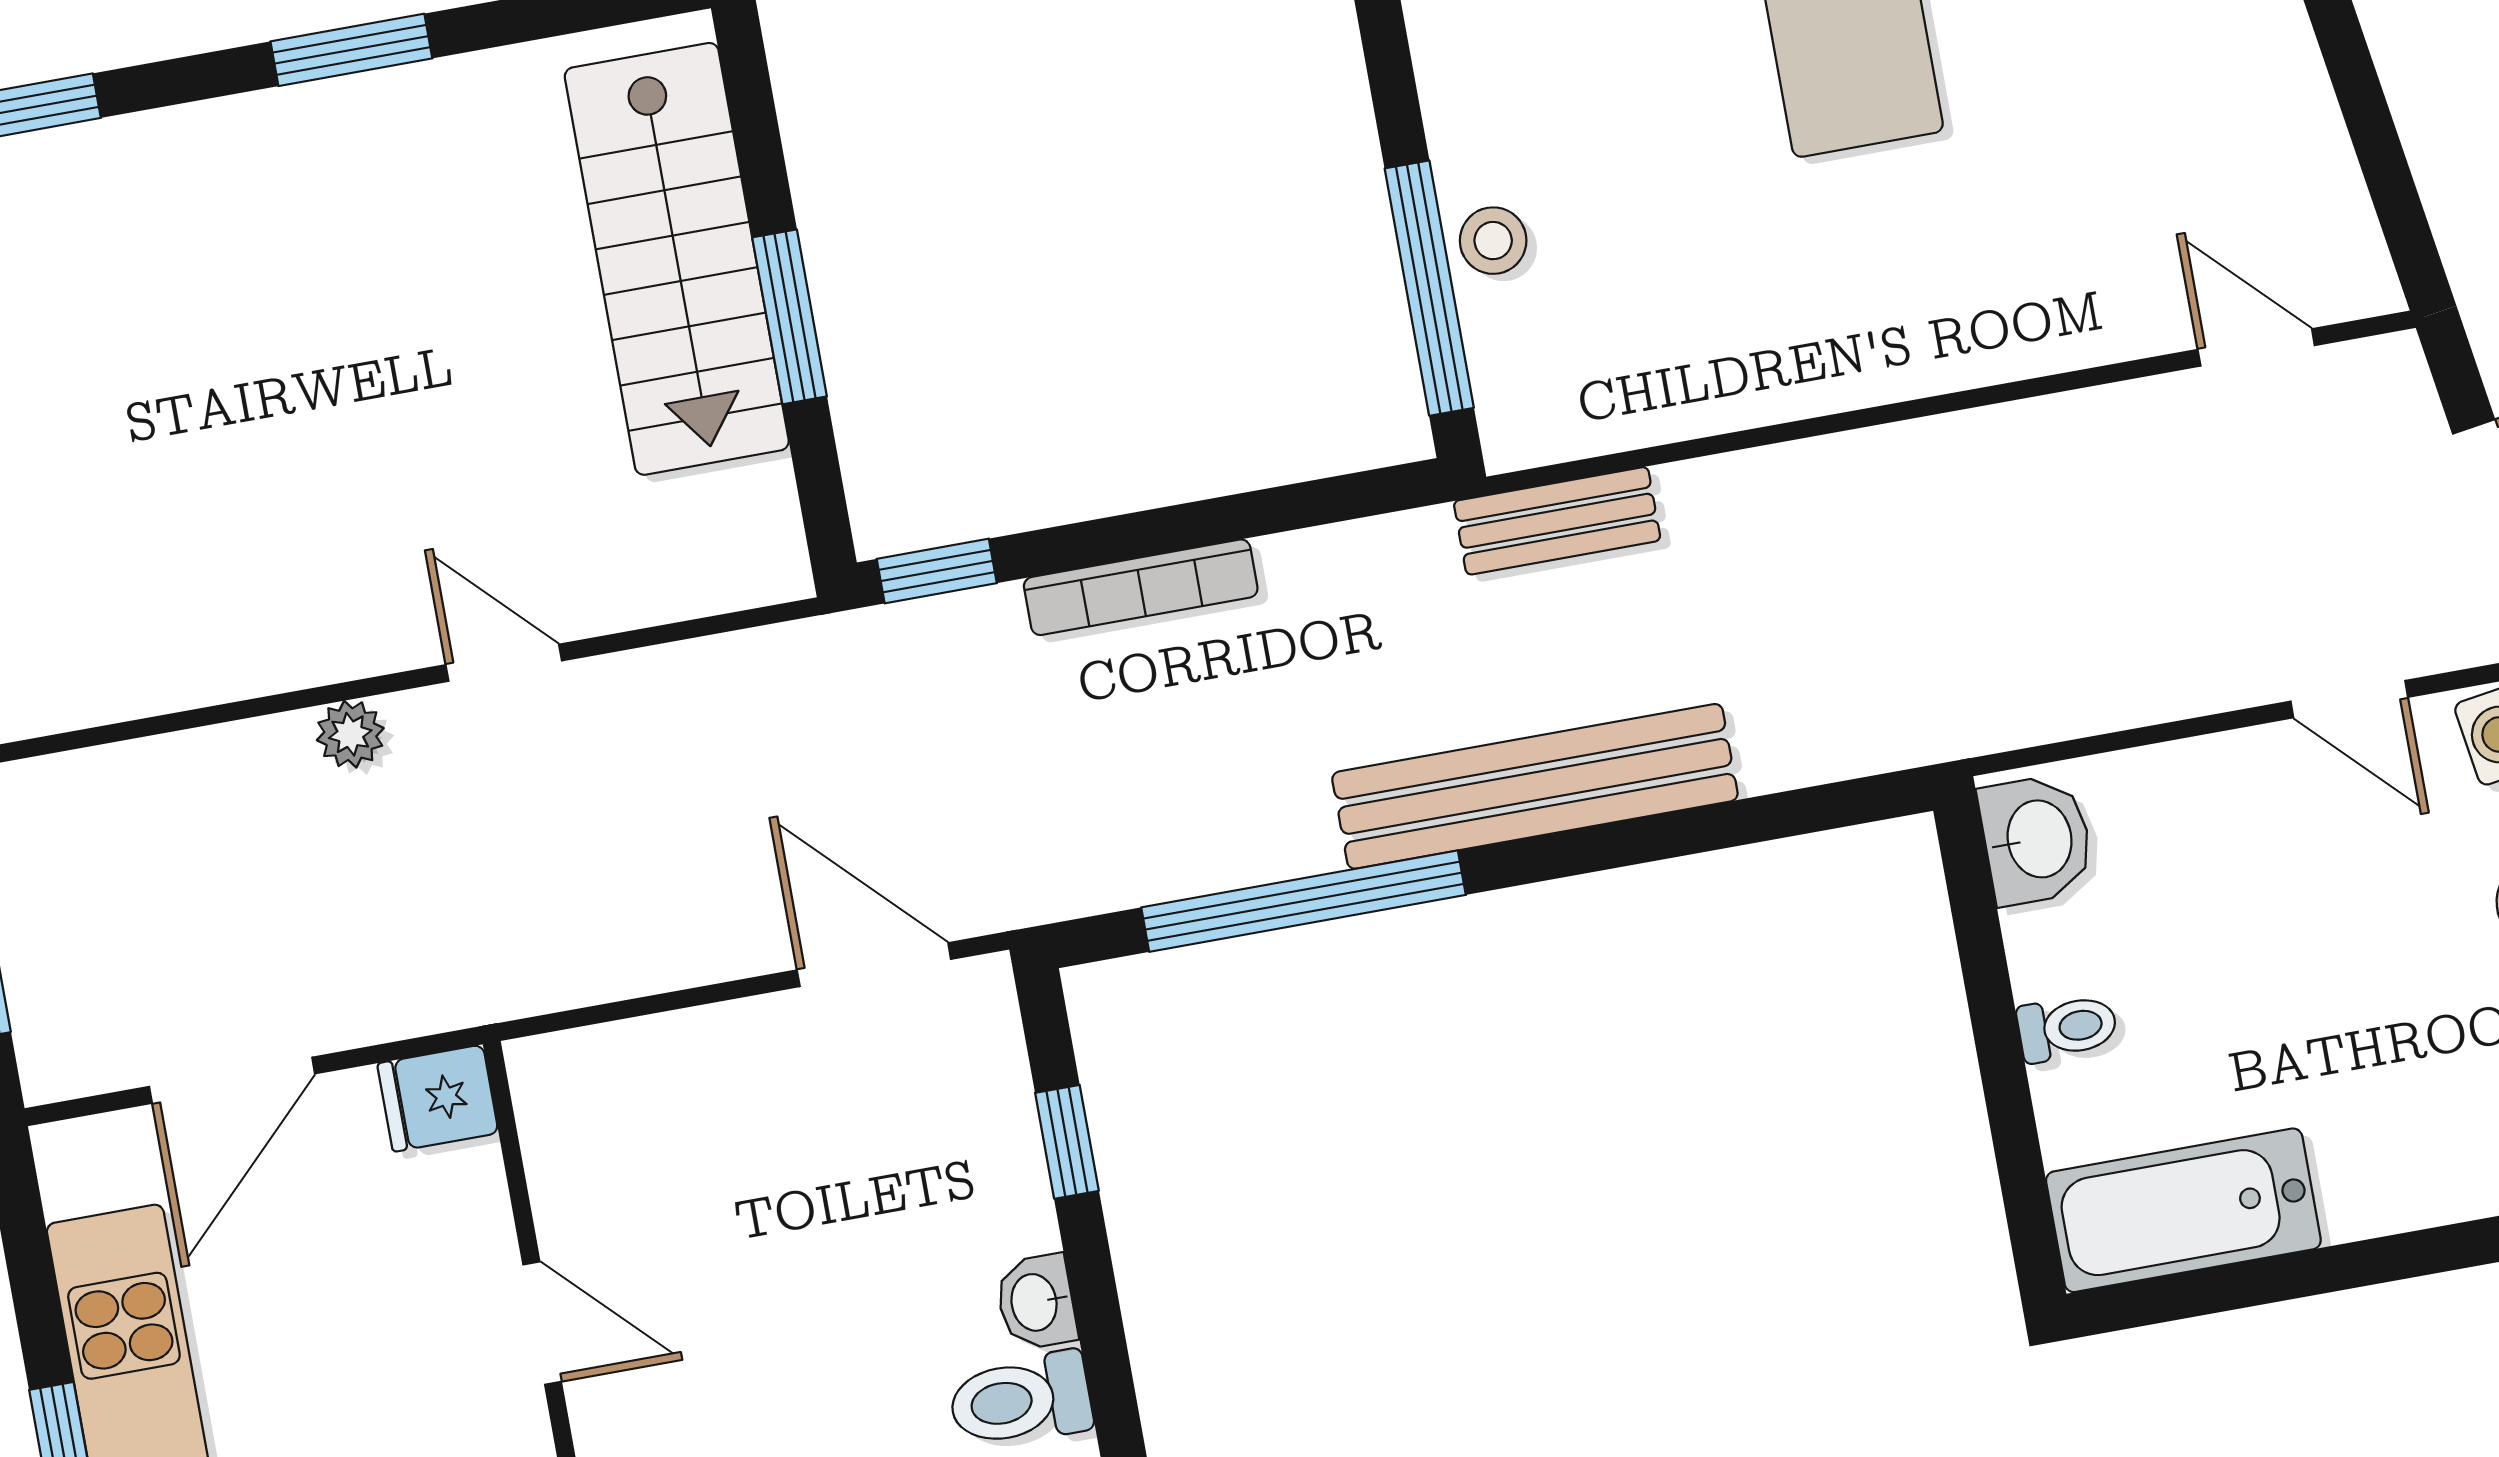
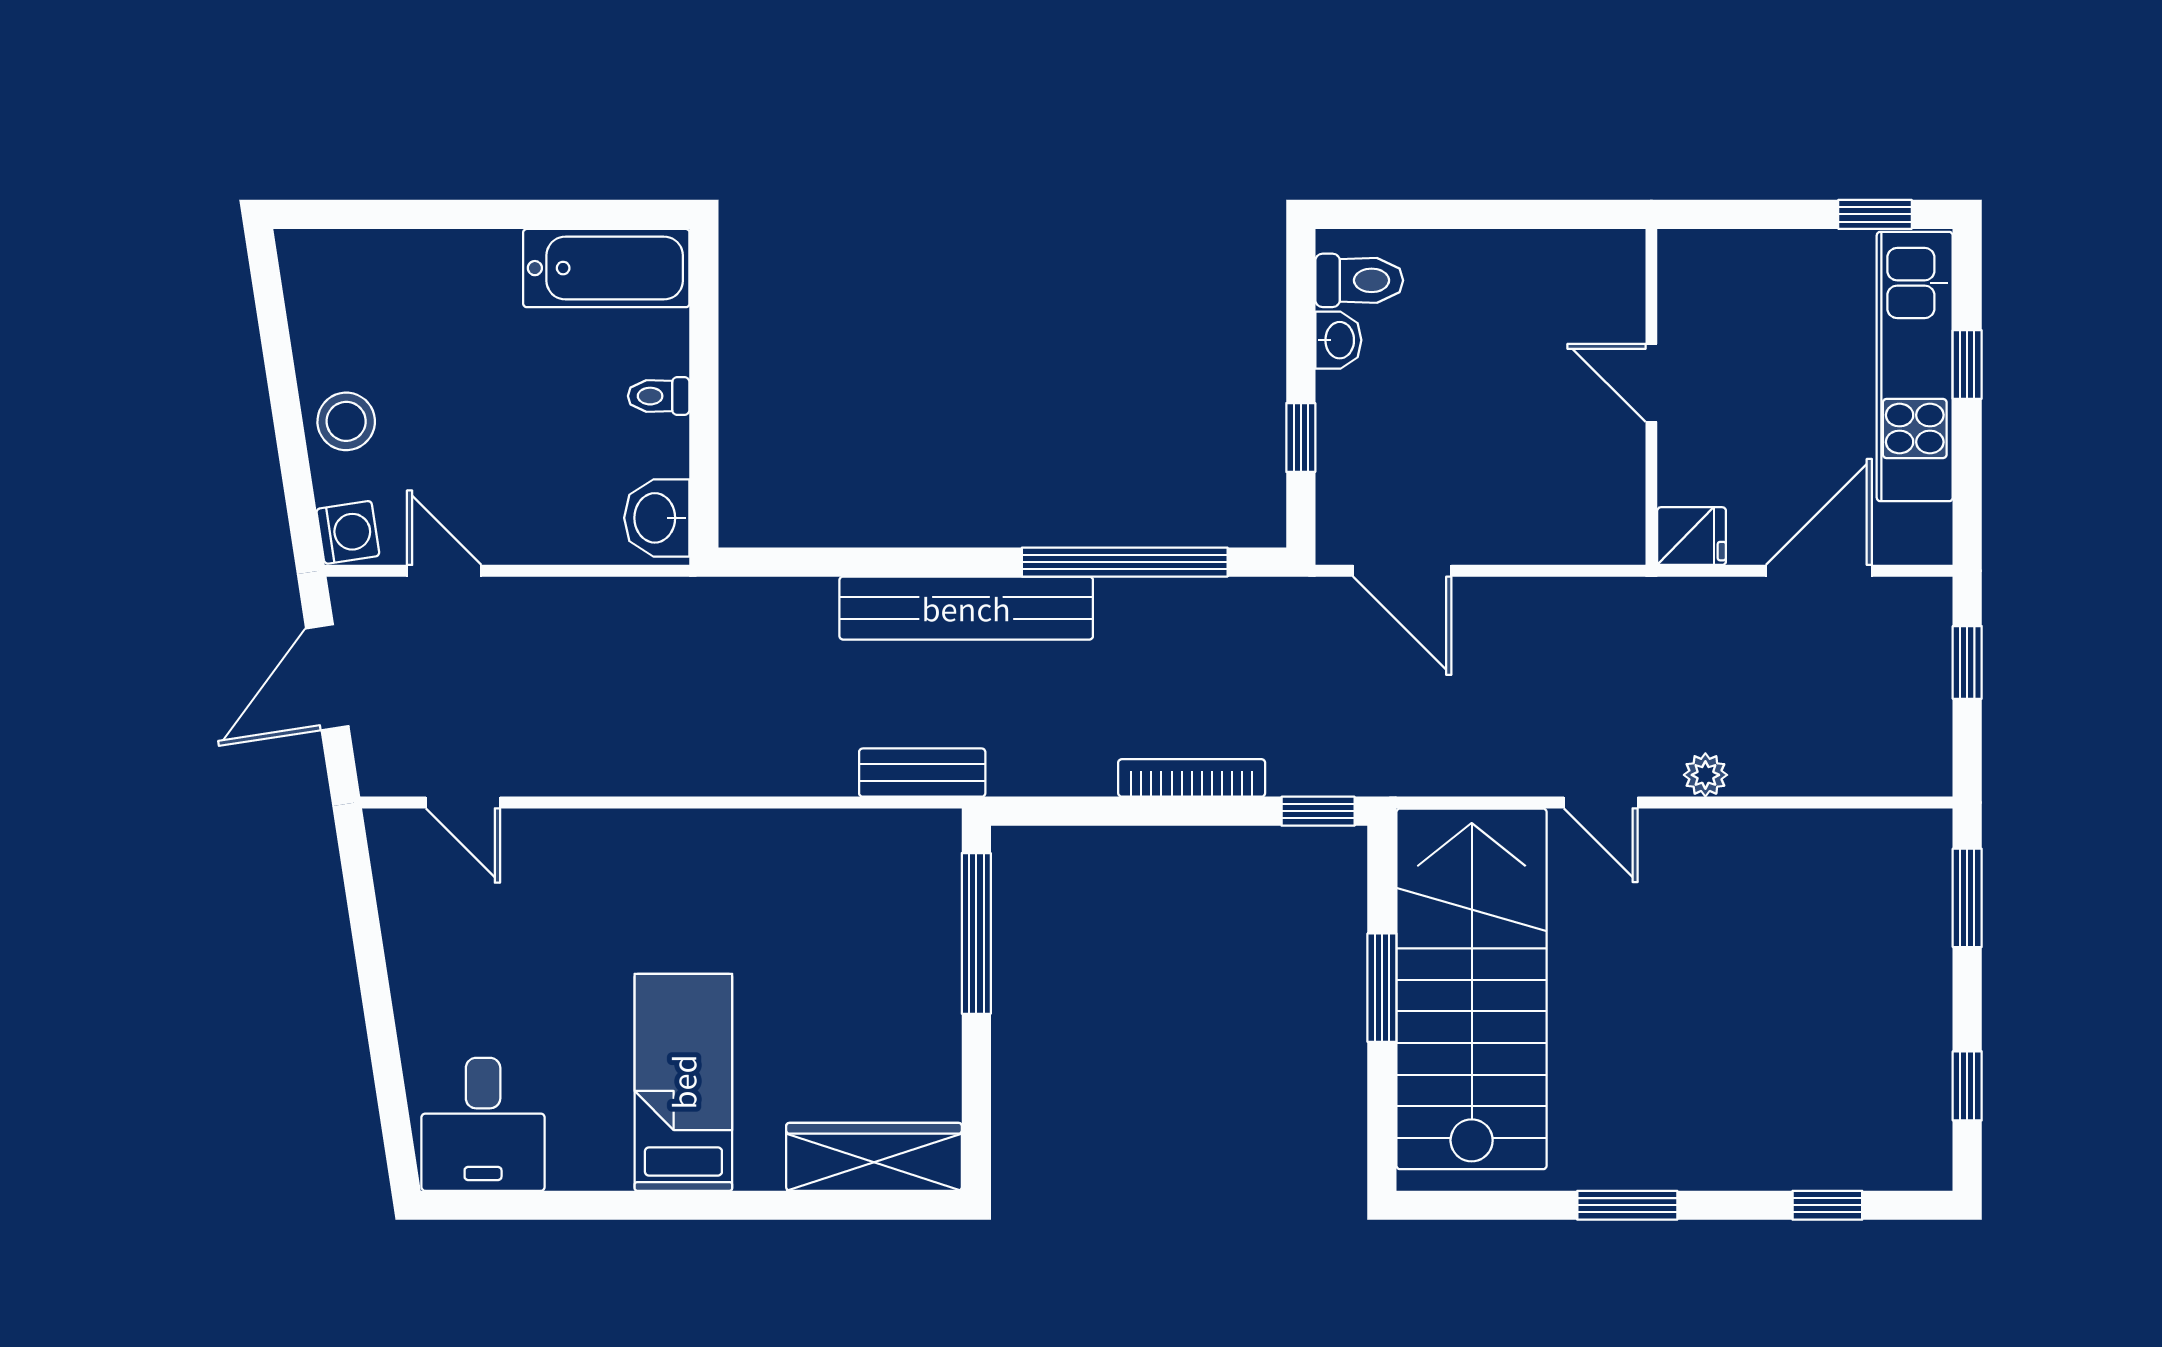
stool: (1493, 241) -> (931, 956), removed
stairs: (677, 259) -> (1472, 989), width x1.36, depth x1.51

